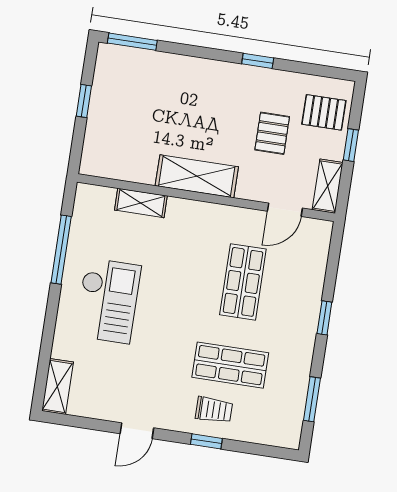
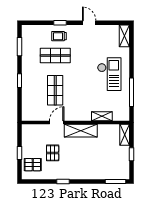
shelving: (328, 186) -> (125, 135), moved
door: (285, 210) -> (57, 122), moved
checkout: (108, 301) -> (109, 74), turned 180
door: (137, 431) -> (89, 23), hinge flipped

